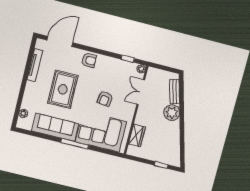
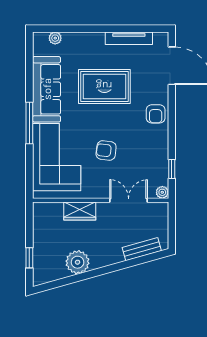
plant: (172, 113) -> (78, 262), moved
wardrobe: (137, 135) -> (80, 211), moved

